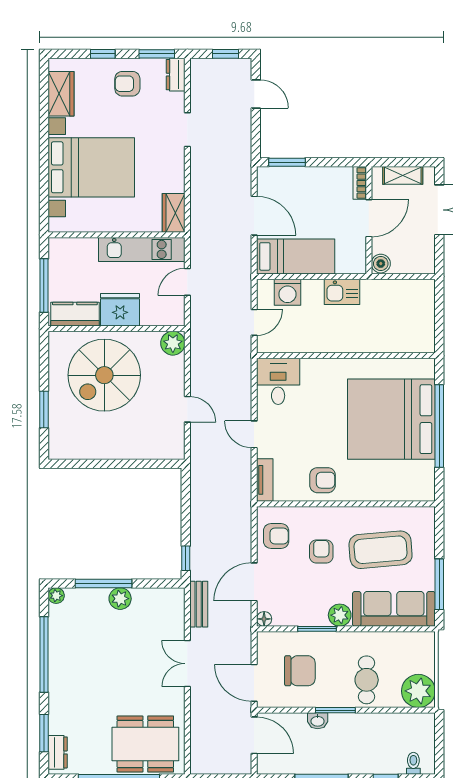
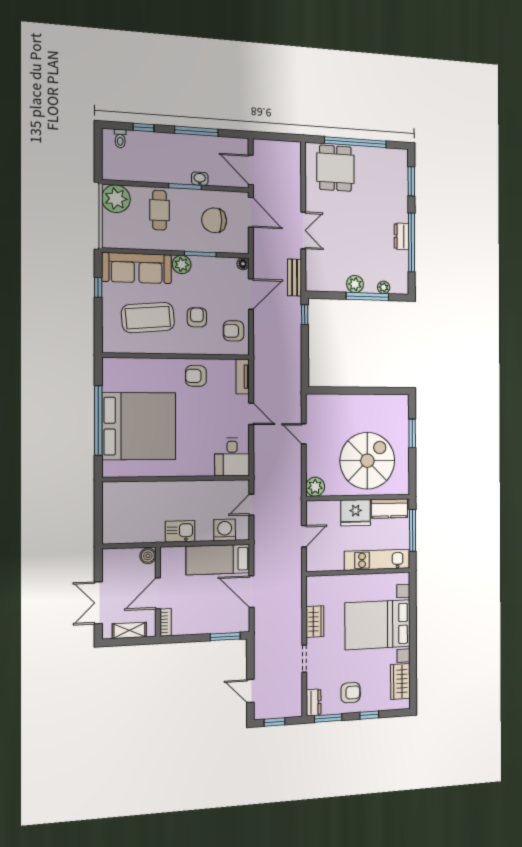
wardrobe: (174, 213) -> (315, 622), moved
kitchen unit: (142, 249) -> (377, 560), moved
armchair: (321, 552) -> (197, 317), turned 180
window: (439, 584) -> (98, 287), width x0.46
plant: (56, 596) -> (384, 287), moved
dining table: (145, 744) -> (335, 168), width x0.73
dresser: (58, 752) -> (401, 236), moved

